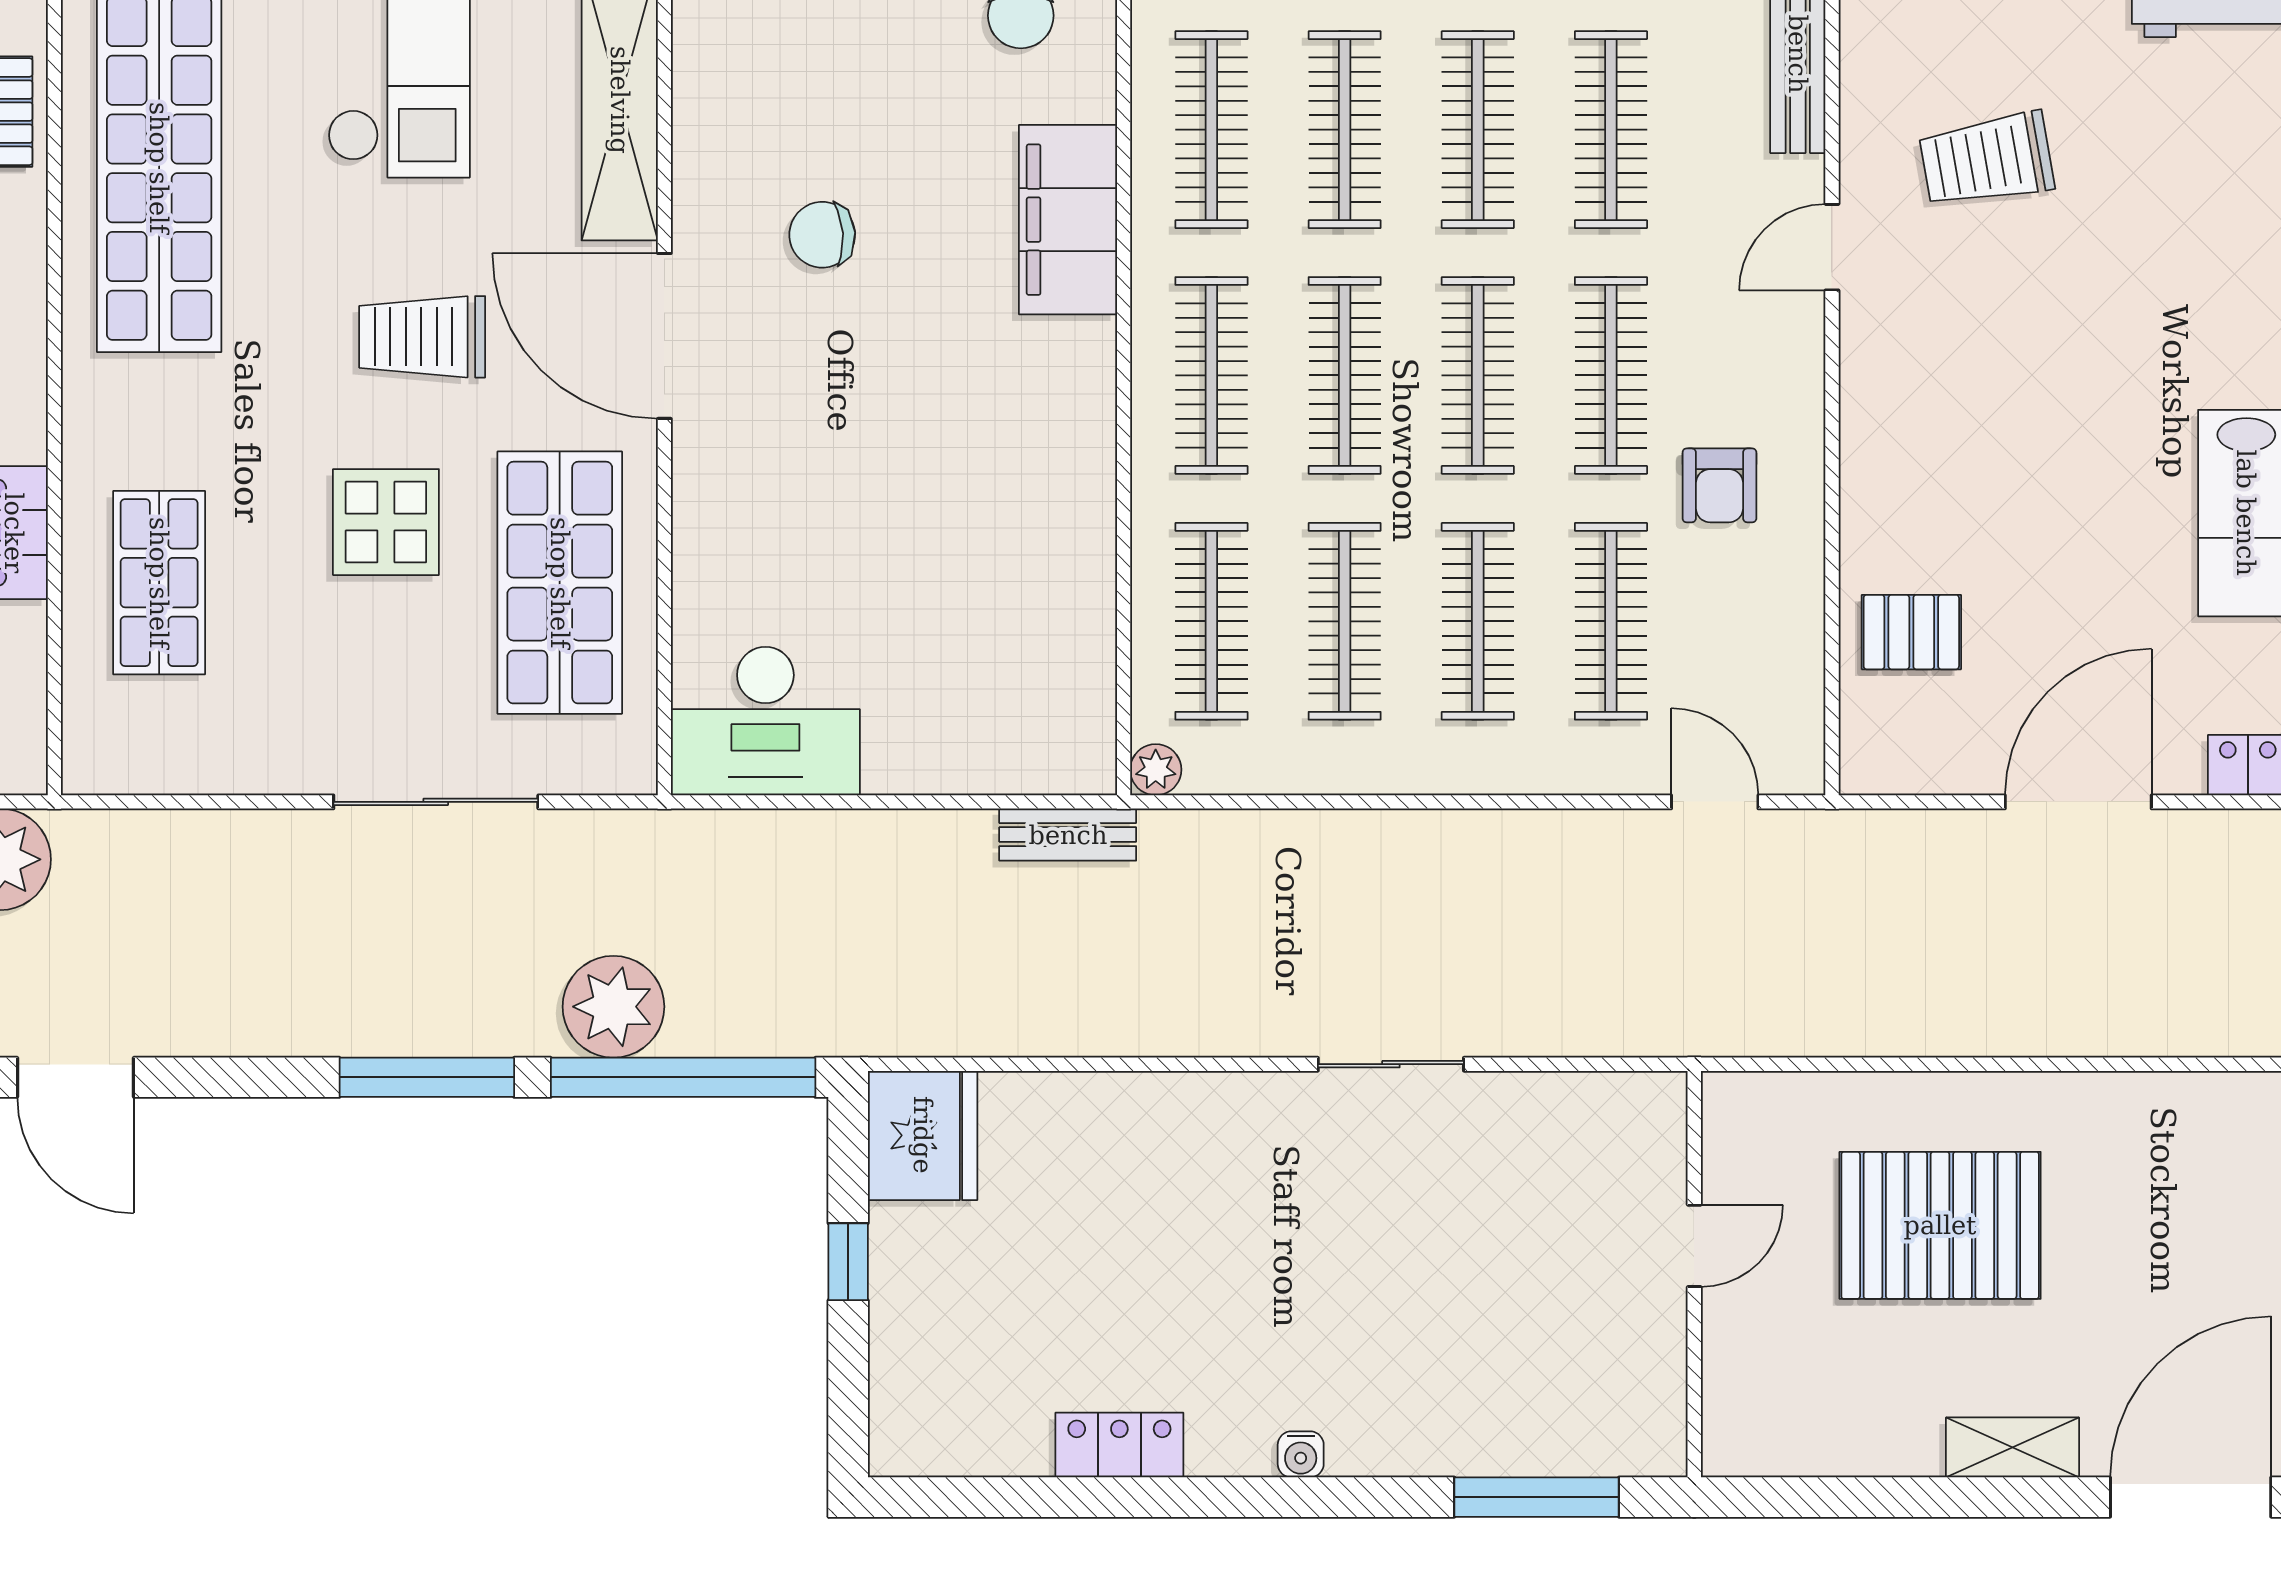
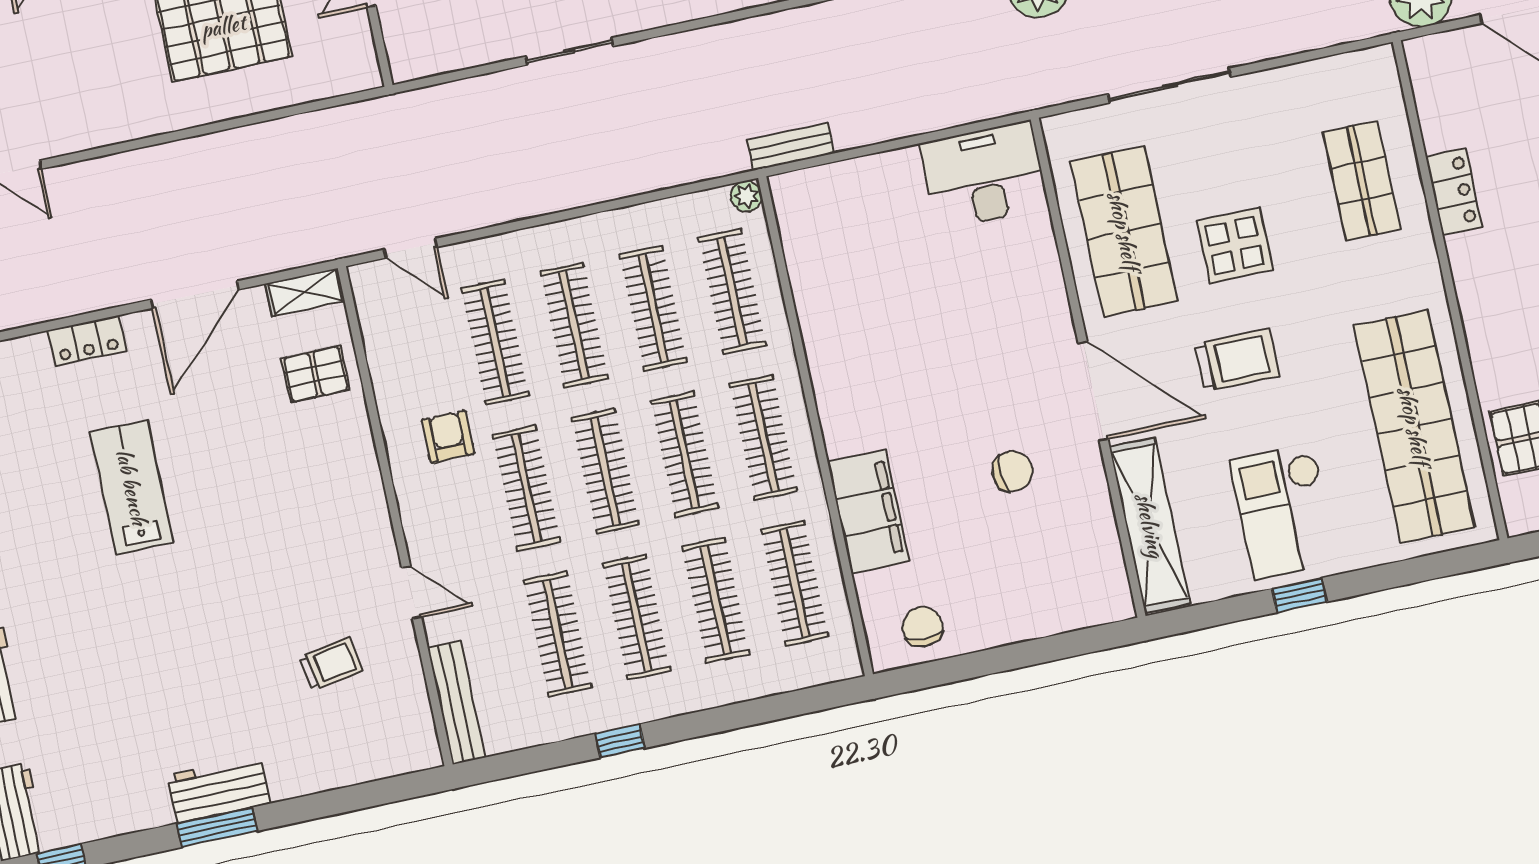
trolley: (1987, 160) -> (331, 664), width x0.73, depth x0.72
door: (1832, 247) -> (412, 592), hinge flipped
shelving: (1900, 768) -> (305, 292), added

